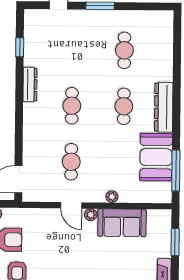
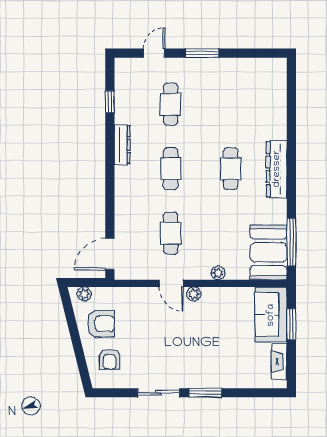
cafe table: (124, 50) -> (171, 104), moved
booth: (156, 157) -> (268, 252), moved
sofa: (122, 223) -> (271, 315), moved, turned 90

